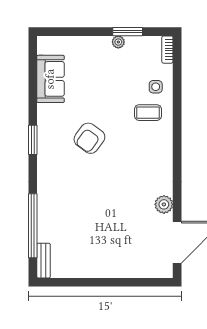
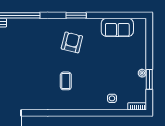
coffee table: (148, 113) -> (66, 81), moved
armchair: (89, 138) -> (72, 42), moved, turned 68
plant: (164, 204) -> (33, 104), removed

